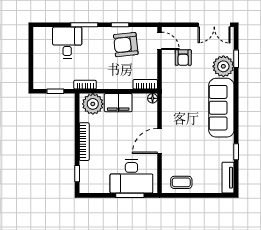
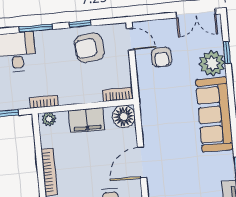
floor lamp: (153, 98) -> (124, 117), width x1.89, depth x1.89
plant: (93, 104) -> (49, 119), width x0.53, depth x0.53

